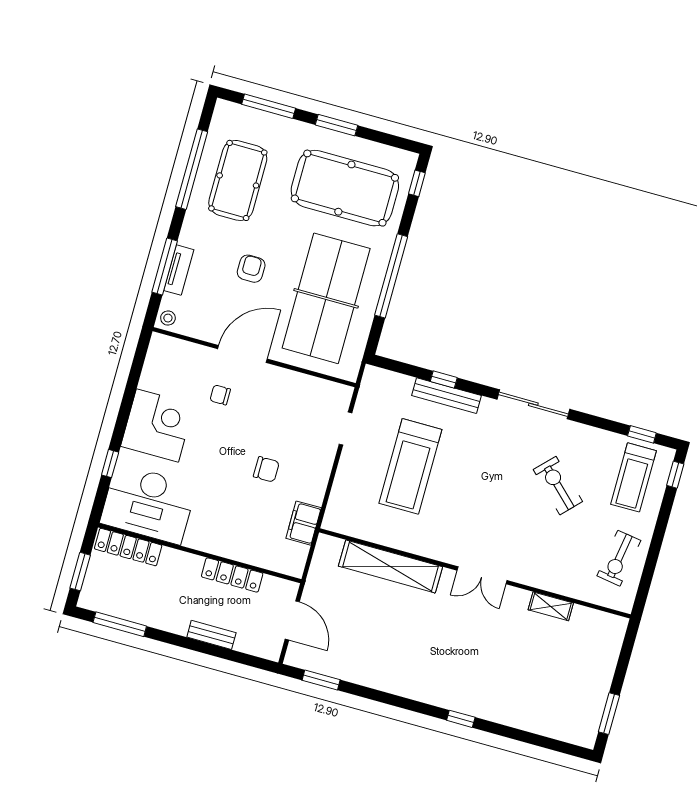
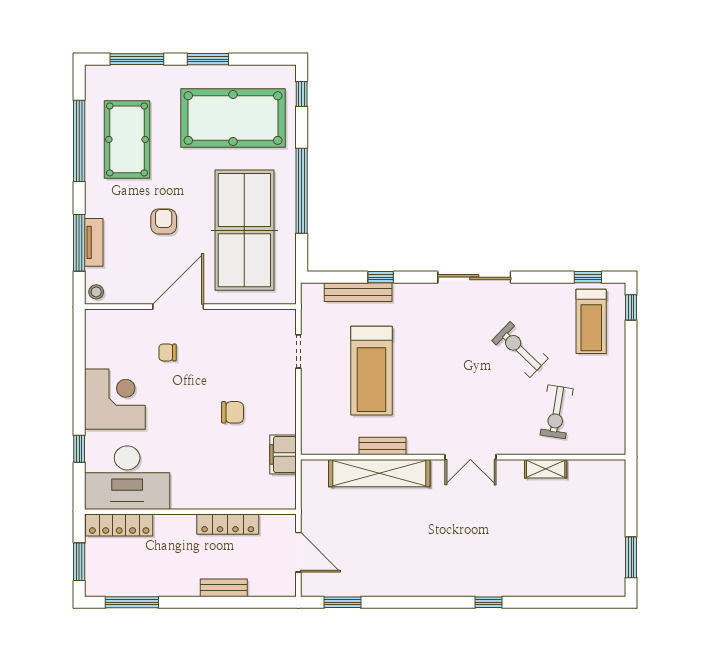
bench: (447, 396) -> (358, 292), moved
bench: (401, 541) -> (383, 446), added
exercise bike: (619, 558) -> (557, 412), moved

